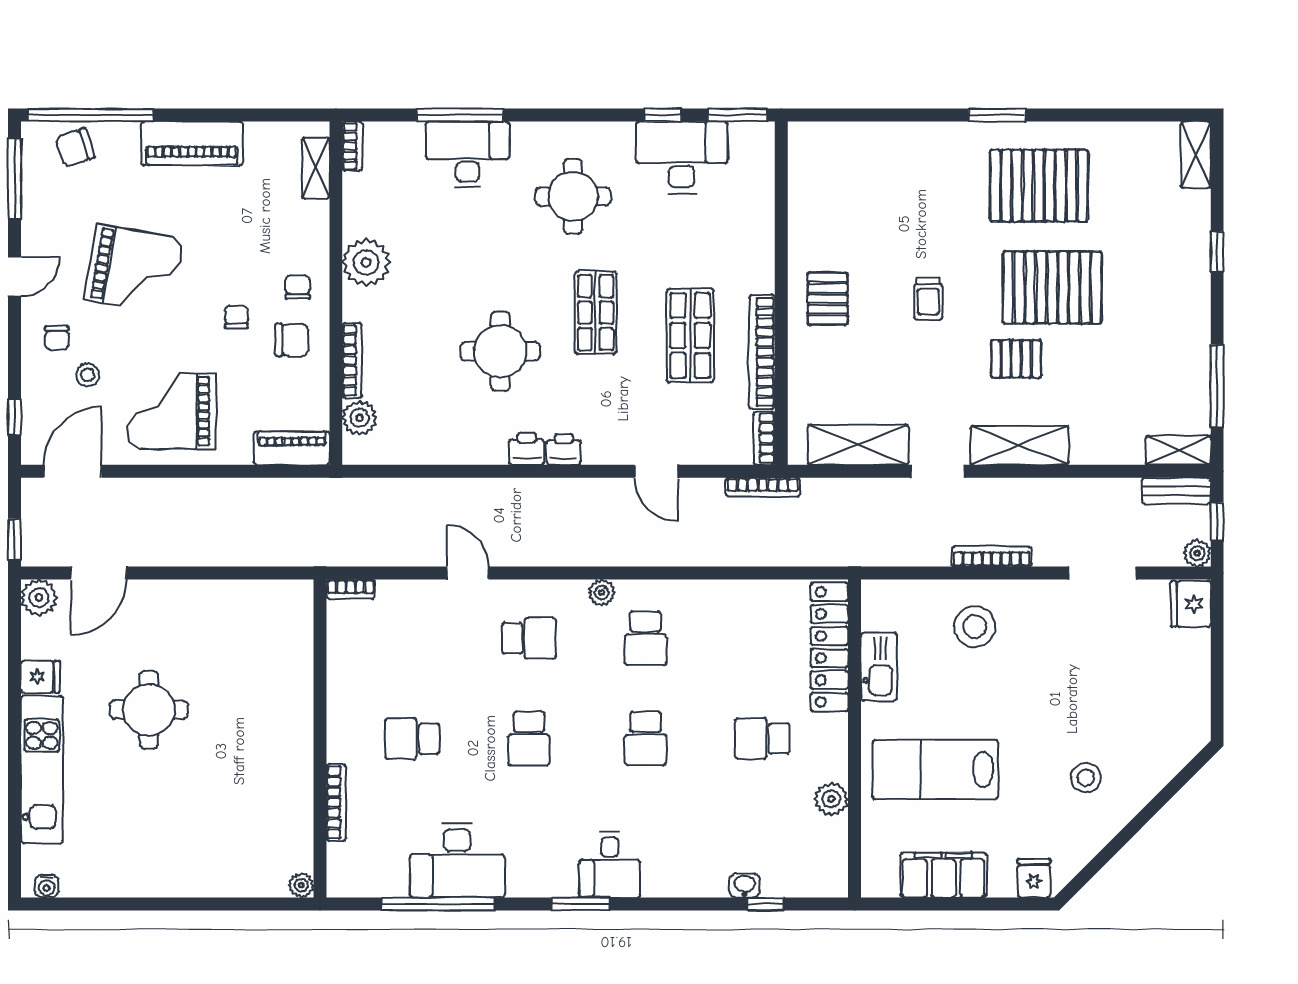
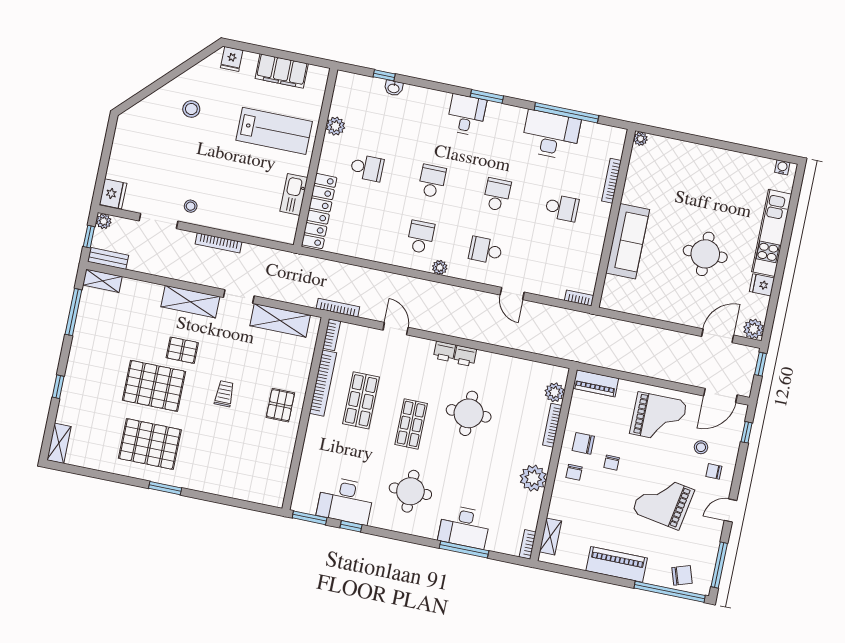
chair: (57, 338) -> (714, 471), turned -89
stool: (975, 626) -> (191, 206), moved, width x0.53, depth x0.53
sofa: (287, 704) -> (628, 241), added

